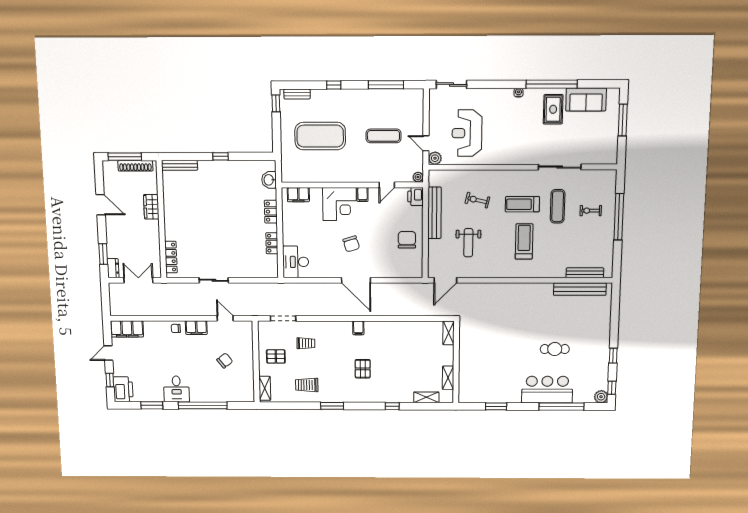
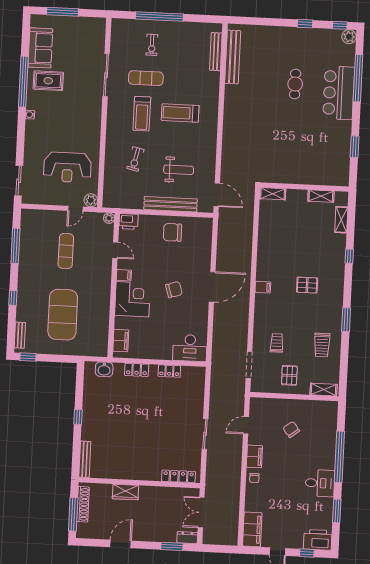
bench: (435, 213) -> (171, 204), moved

